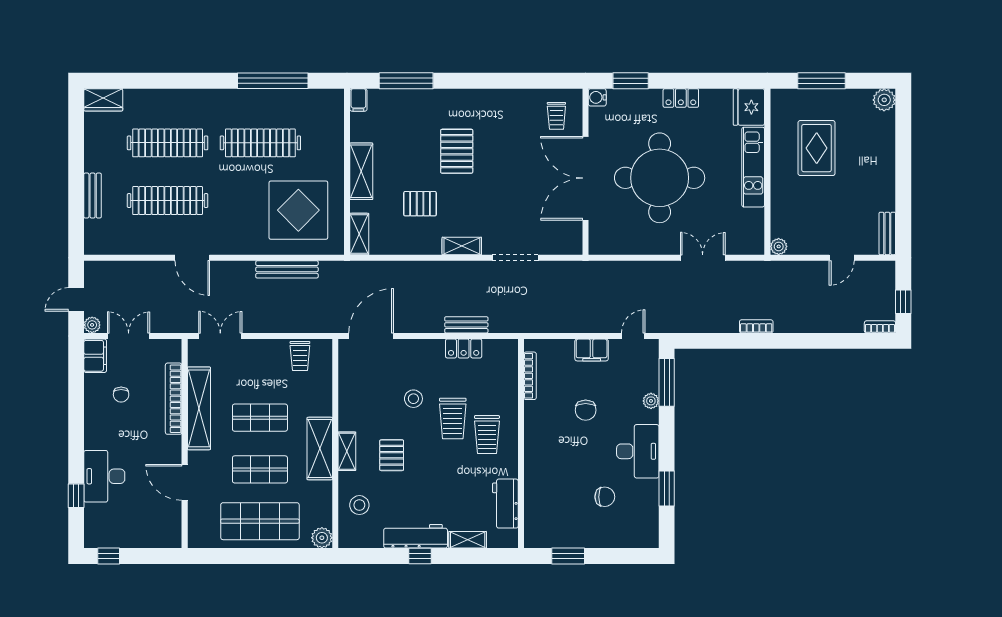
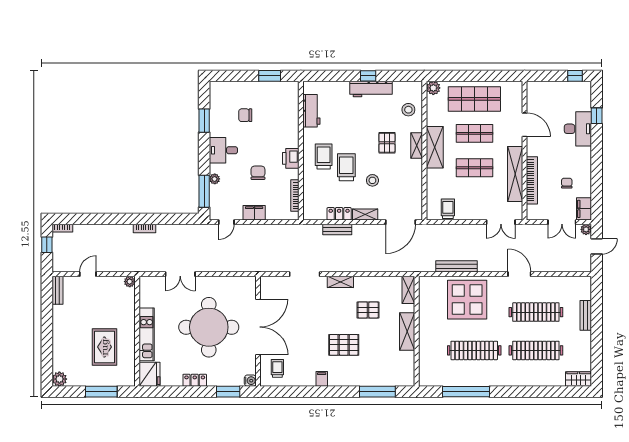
filing cabinet: (358, 100) -> (322, 379), moved
pallet: (457, 151) -> (344, 345), turned 90
display table: (298, 210) -> (467, 300), moved
printer: (536, 432) -> (291, 158), added
desk: (638, 451) -> (223, 150), width x0.73
shelving: (468, 540) -> (365, 215), moved

